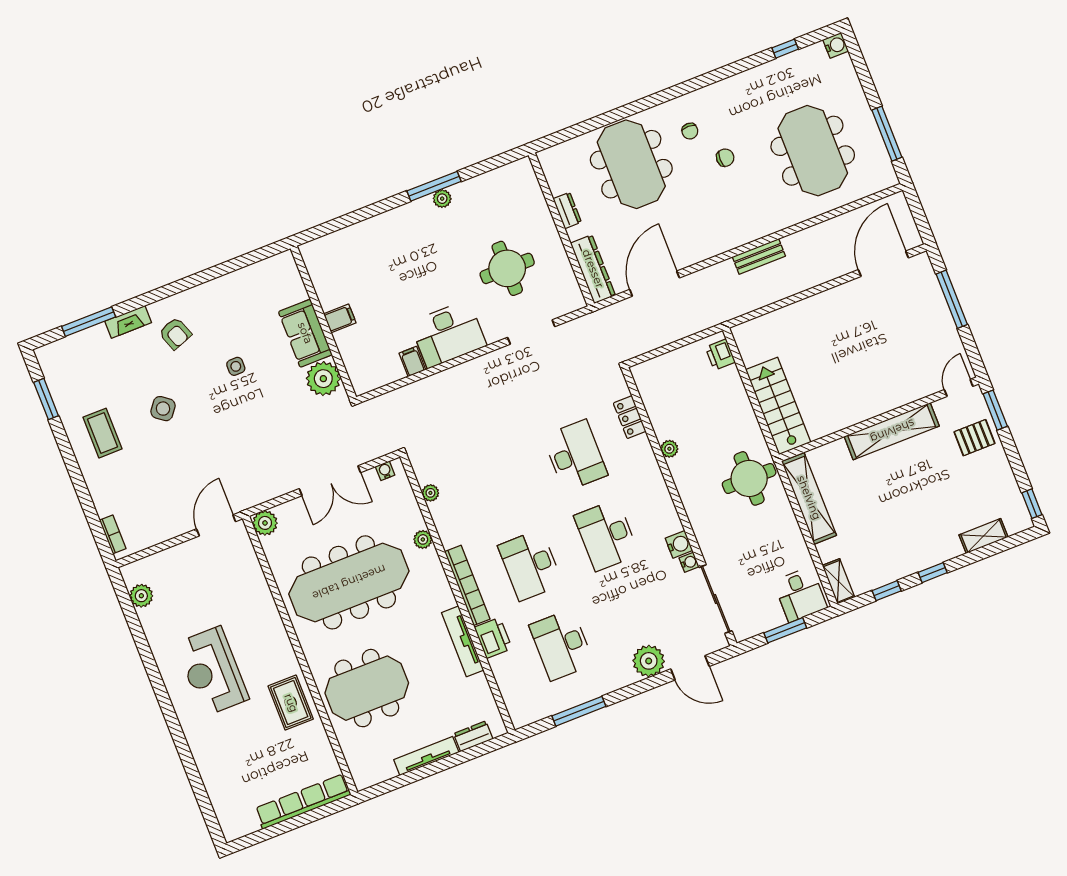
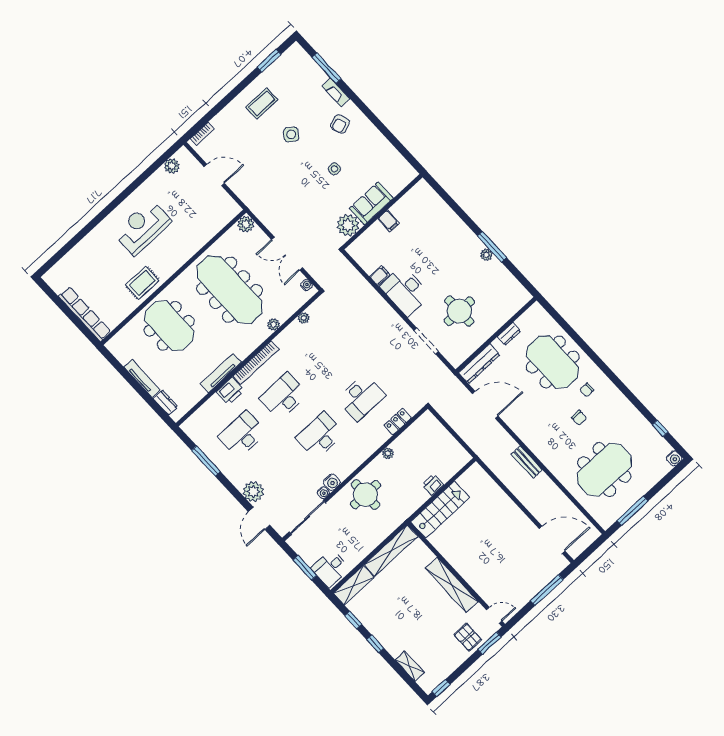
meeting table: (631, 164) -> (553, 362), turned 90
printer: (720, 355) -> (433, 485), moved
round table: (749, 478) -> (365, 495), moved
door: (216, 525) -> (214, 175), moved
shelving: (838, 581) -> (354, 585), width x1.50, depth x1.33

